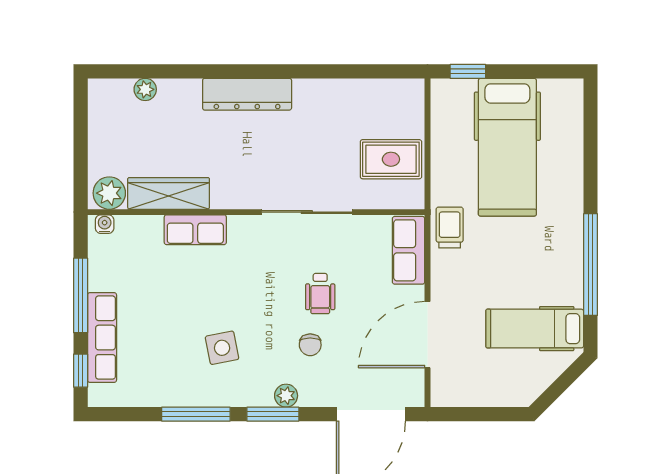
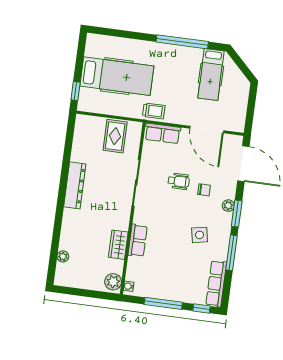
dresser: (247, 94) -> (75, 185), moved
wardrobe: (169, 193) -> (118, 245), width x0.67
trolley: (450, 227) -> (154, 111), turned 180
row of seats: (102, 338) -> (216, 284), moved, turned -90

